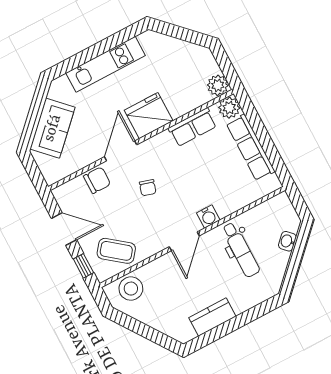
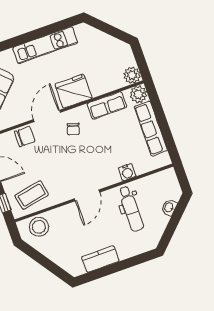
chair: (148, 188) -> (73, 129), moved
water cooler: (208, 217) -> (127, 172), moved
coffee table: (116, 251) -> (32, 195), turned -49

